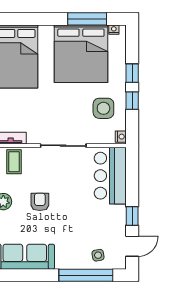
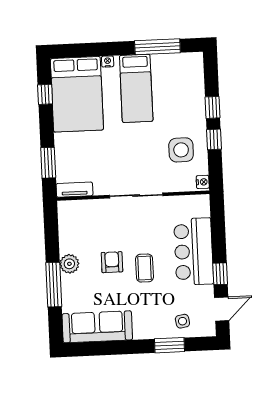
nightstand: (114, 30) -> (108, 62), moved
bed: (81, 54) -> (136, 88), width x0.49
coffee table: (14, 162) -> (144, 268), moved
bar counter: (110, 176) -> (194, 252), moved
window: (86, 275) -> (170, 345), width x0.47

